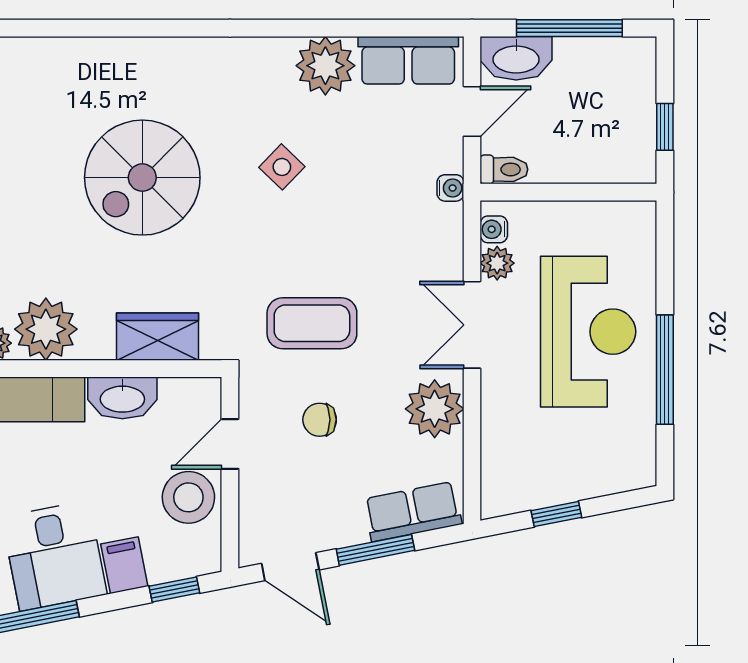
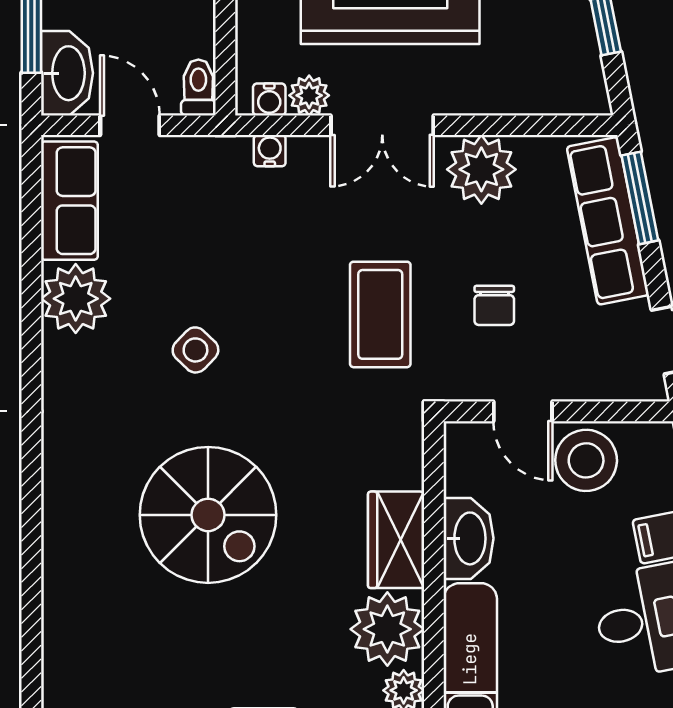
water cooler: (450, 188) -> (270, 151), moved
wardrobe: (157, 337) -> (396, 540), moved
row of seats: (413, 512) -> (608, 221), width x1.48
window: (375, 550) -> (640, 198), moved

